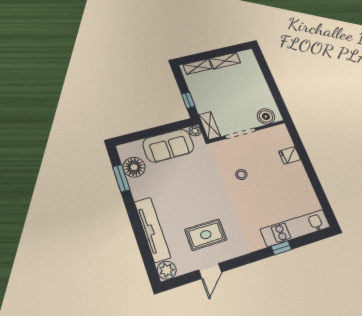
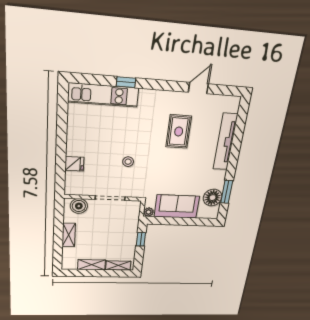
shelving: (210, 126) -> (69, 235), moved
rug: (206, 235) -> (179, 132), moved, turned 90
plant: (167, 270) -> (232, 104), removed

